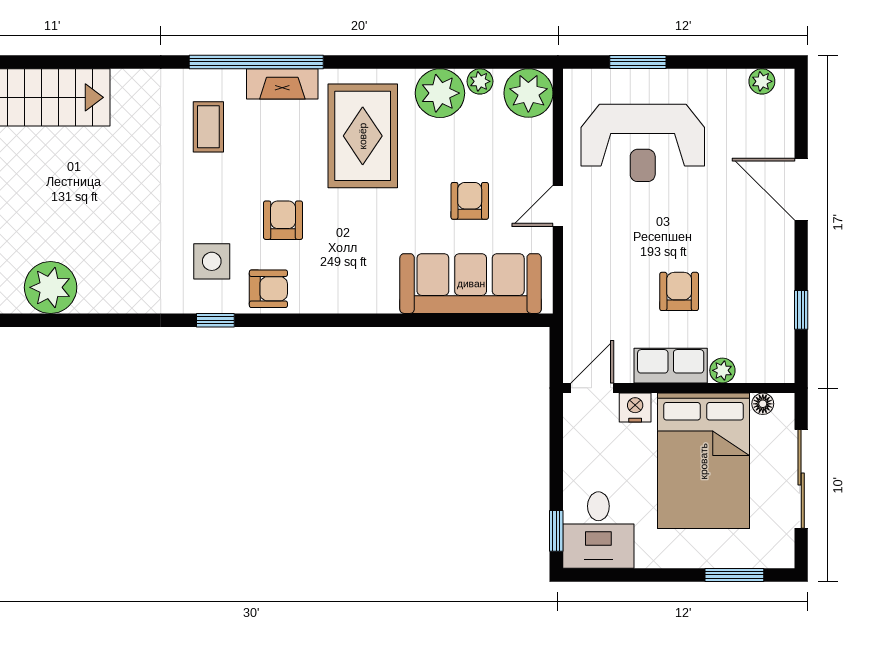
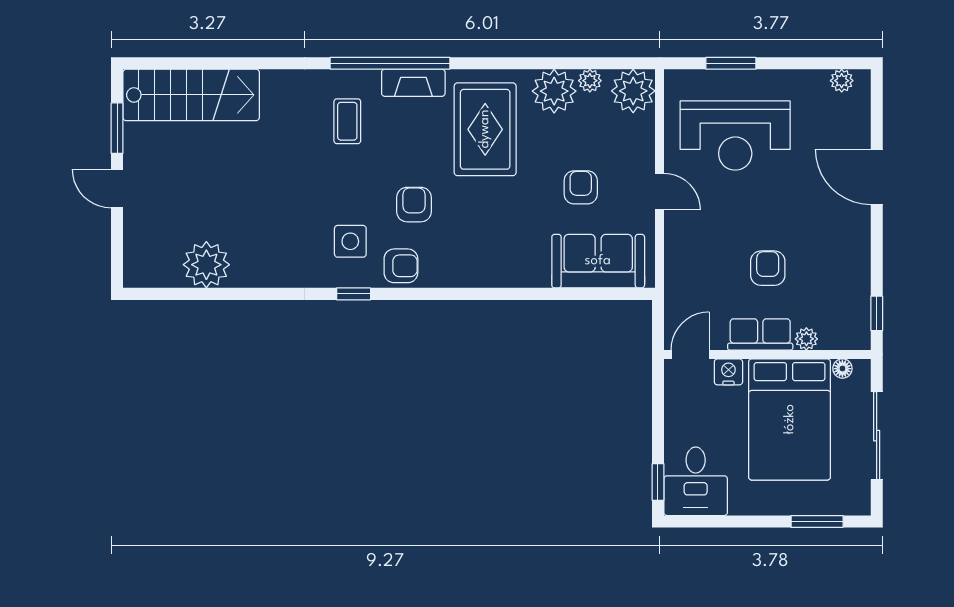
door: (558, 206) -> (659, 192), swing flipped
sofa: (471, 284) -> (598, 261), width x0.73
window: (801, 310) -> (877, 313), moved

